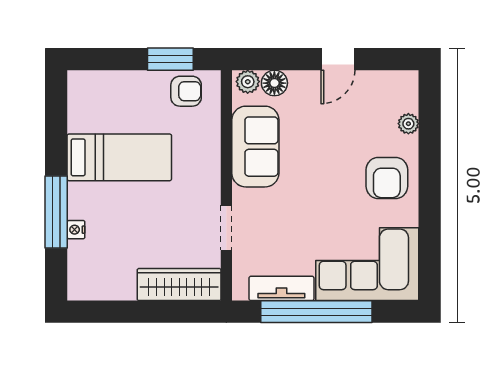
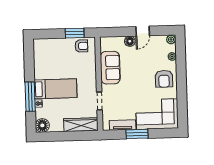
plant: (248, 82) -> (171, 39), moved
floor lamp: (274, 83) -> (130, 41), moved
bed: (119, 157) -> (56, 89), moved
floor lamp: (84, 284) -> (42, 125), added
window: (316, 312) -> (137, 134), width x0.47

